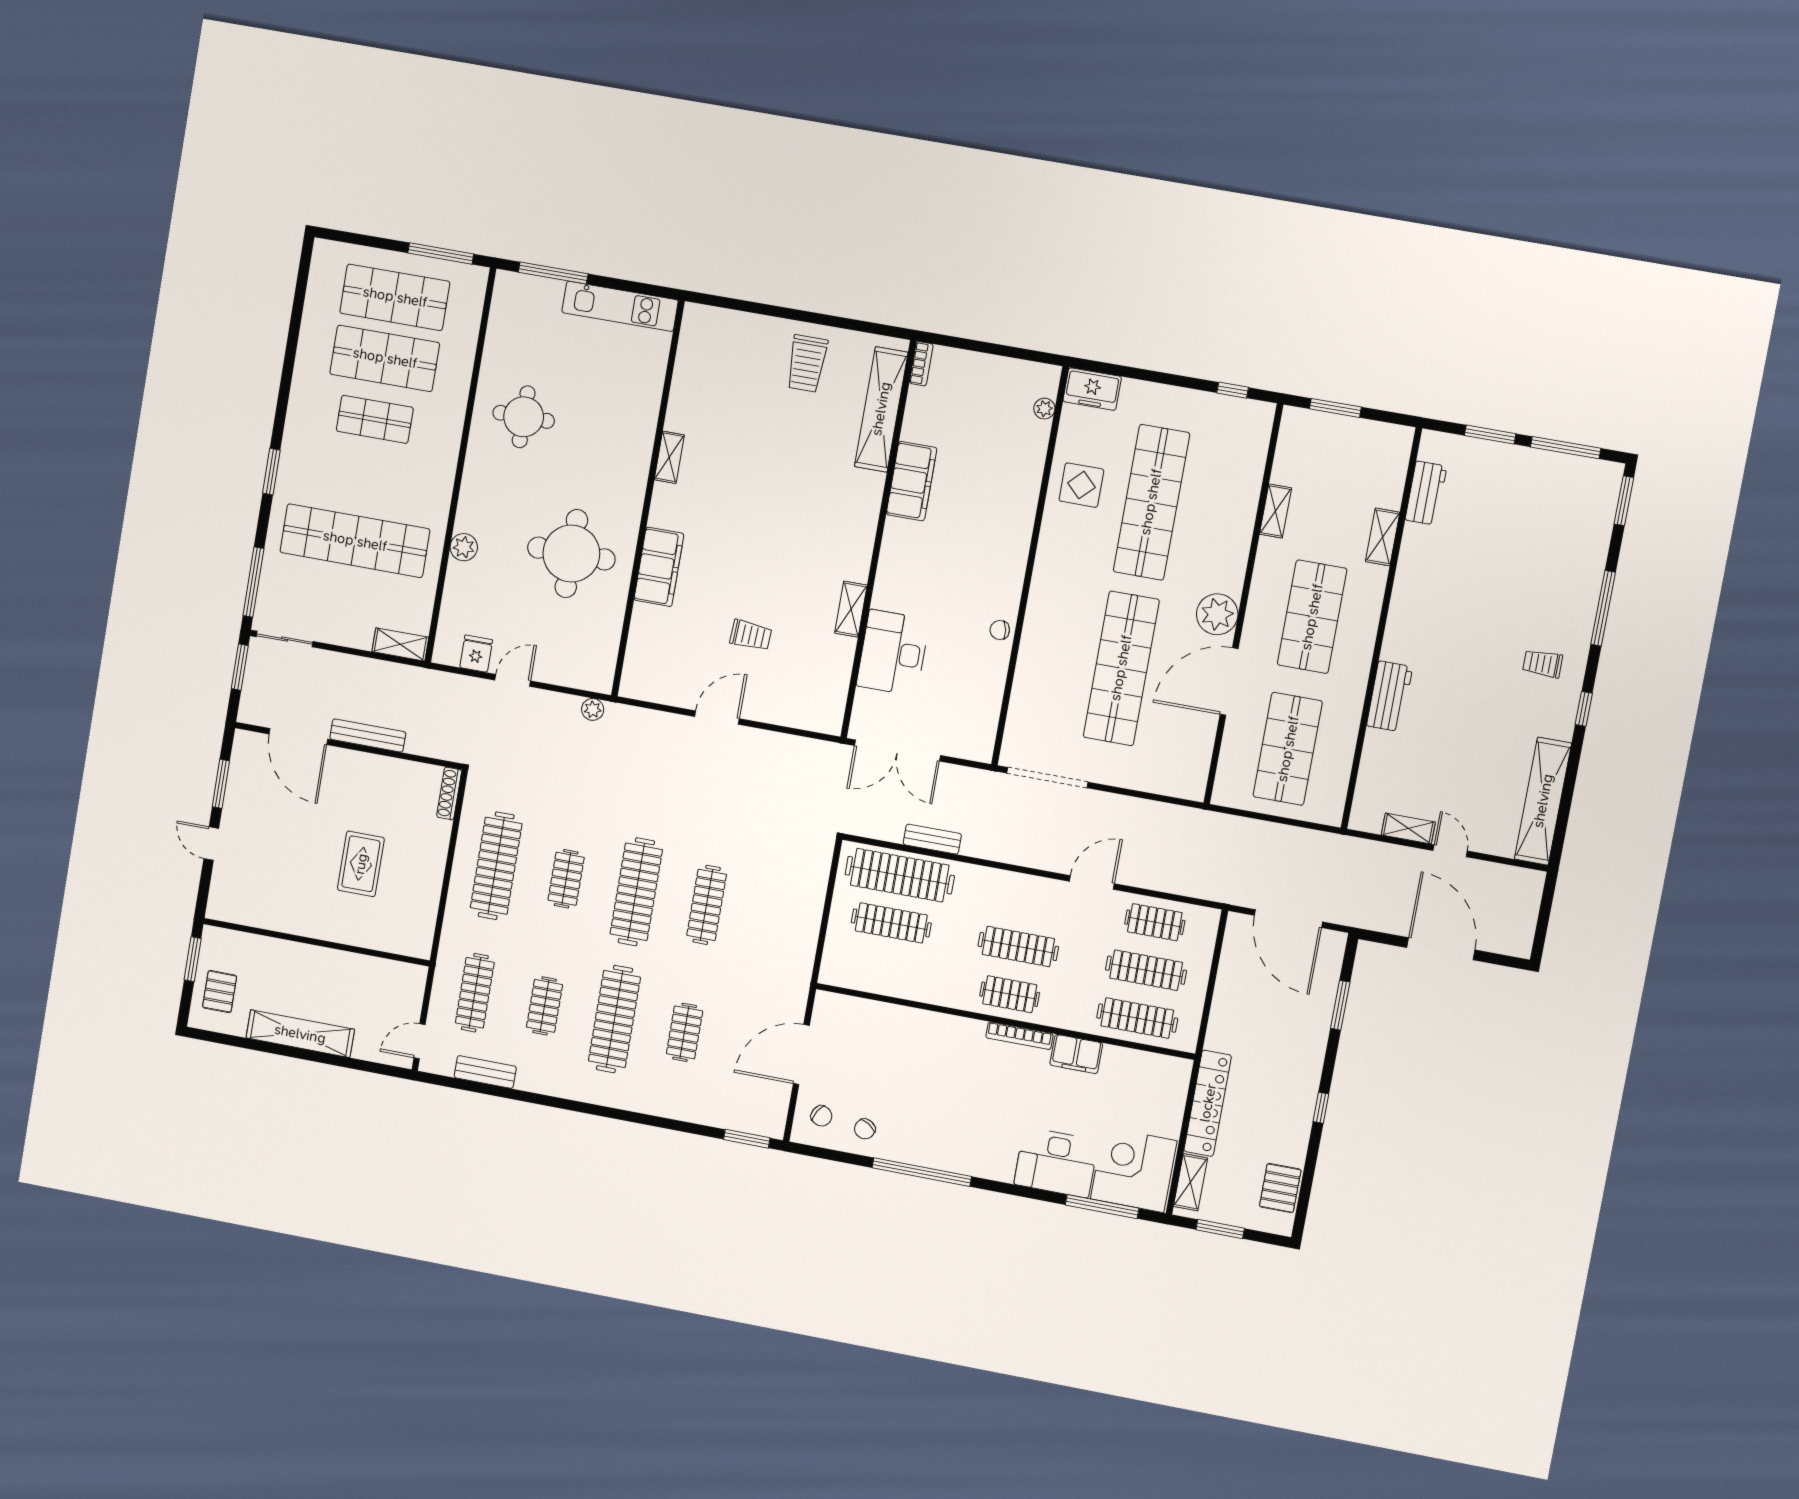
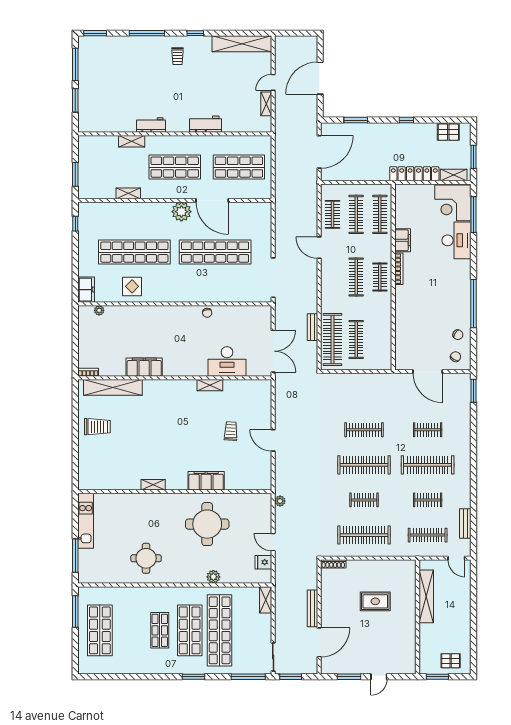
shop shelf: (385, 358) -> (190, 630), moved
workbench: (1426, 493) -> (151, 125), moved
shelving: (300, 1034) -> (426, 596), moved

